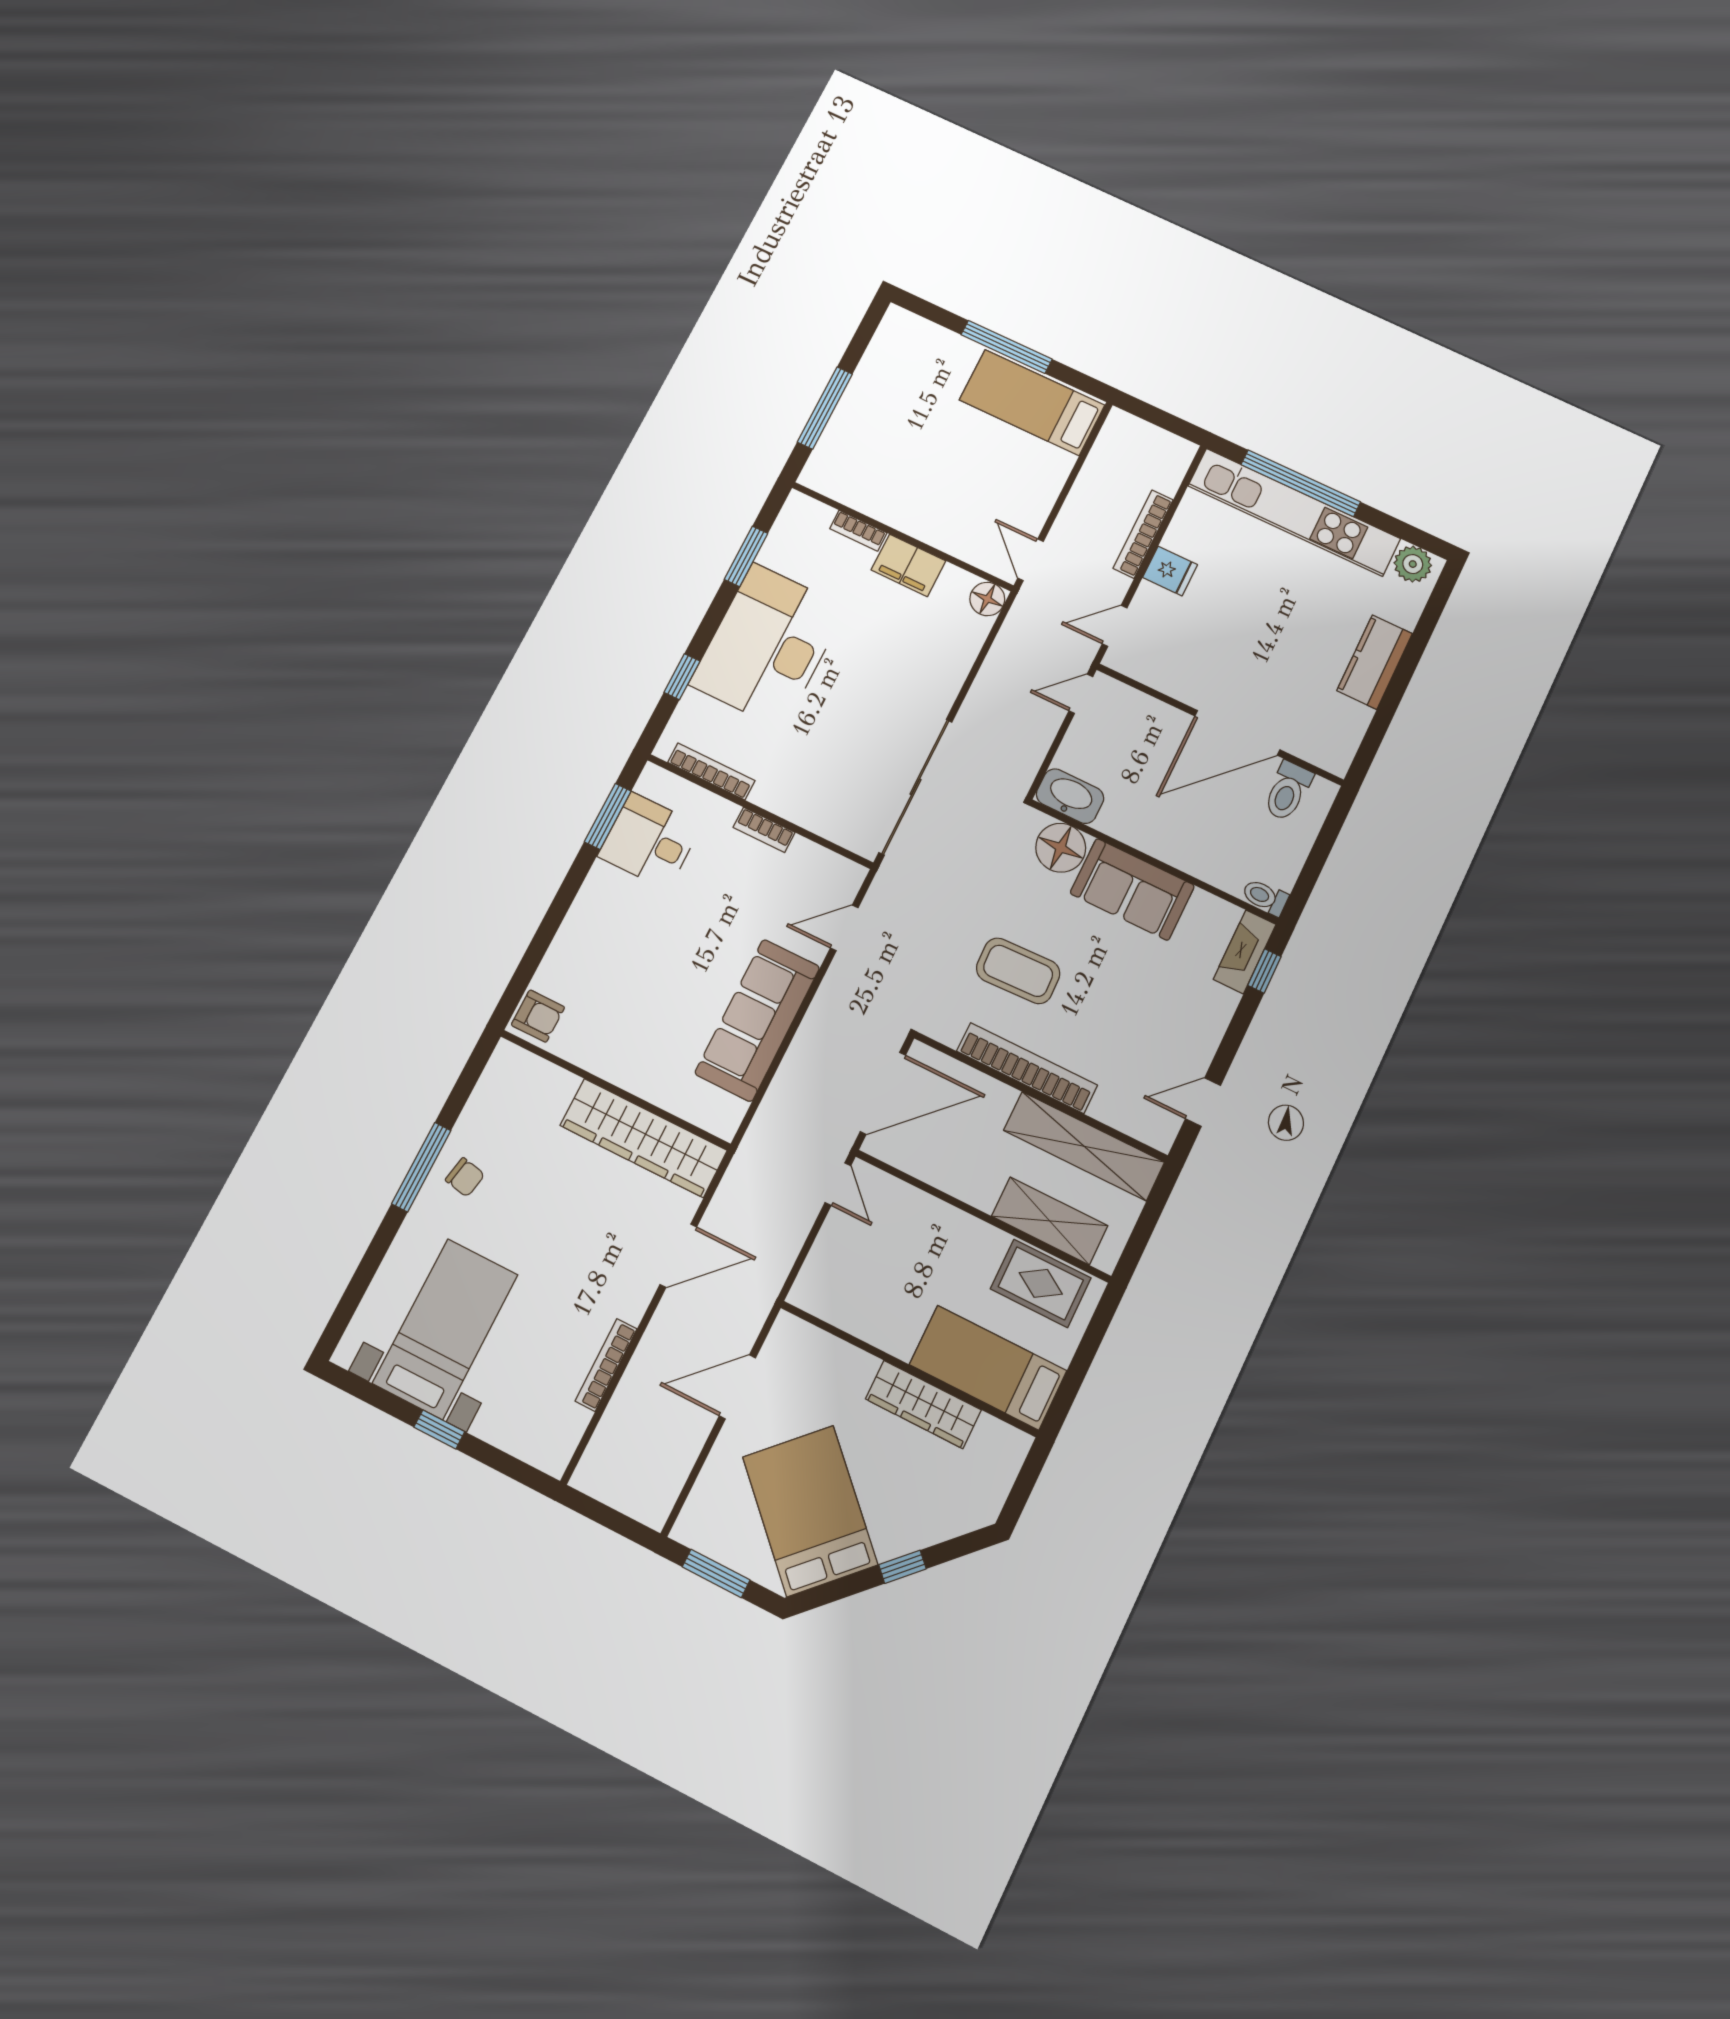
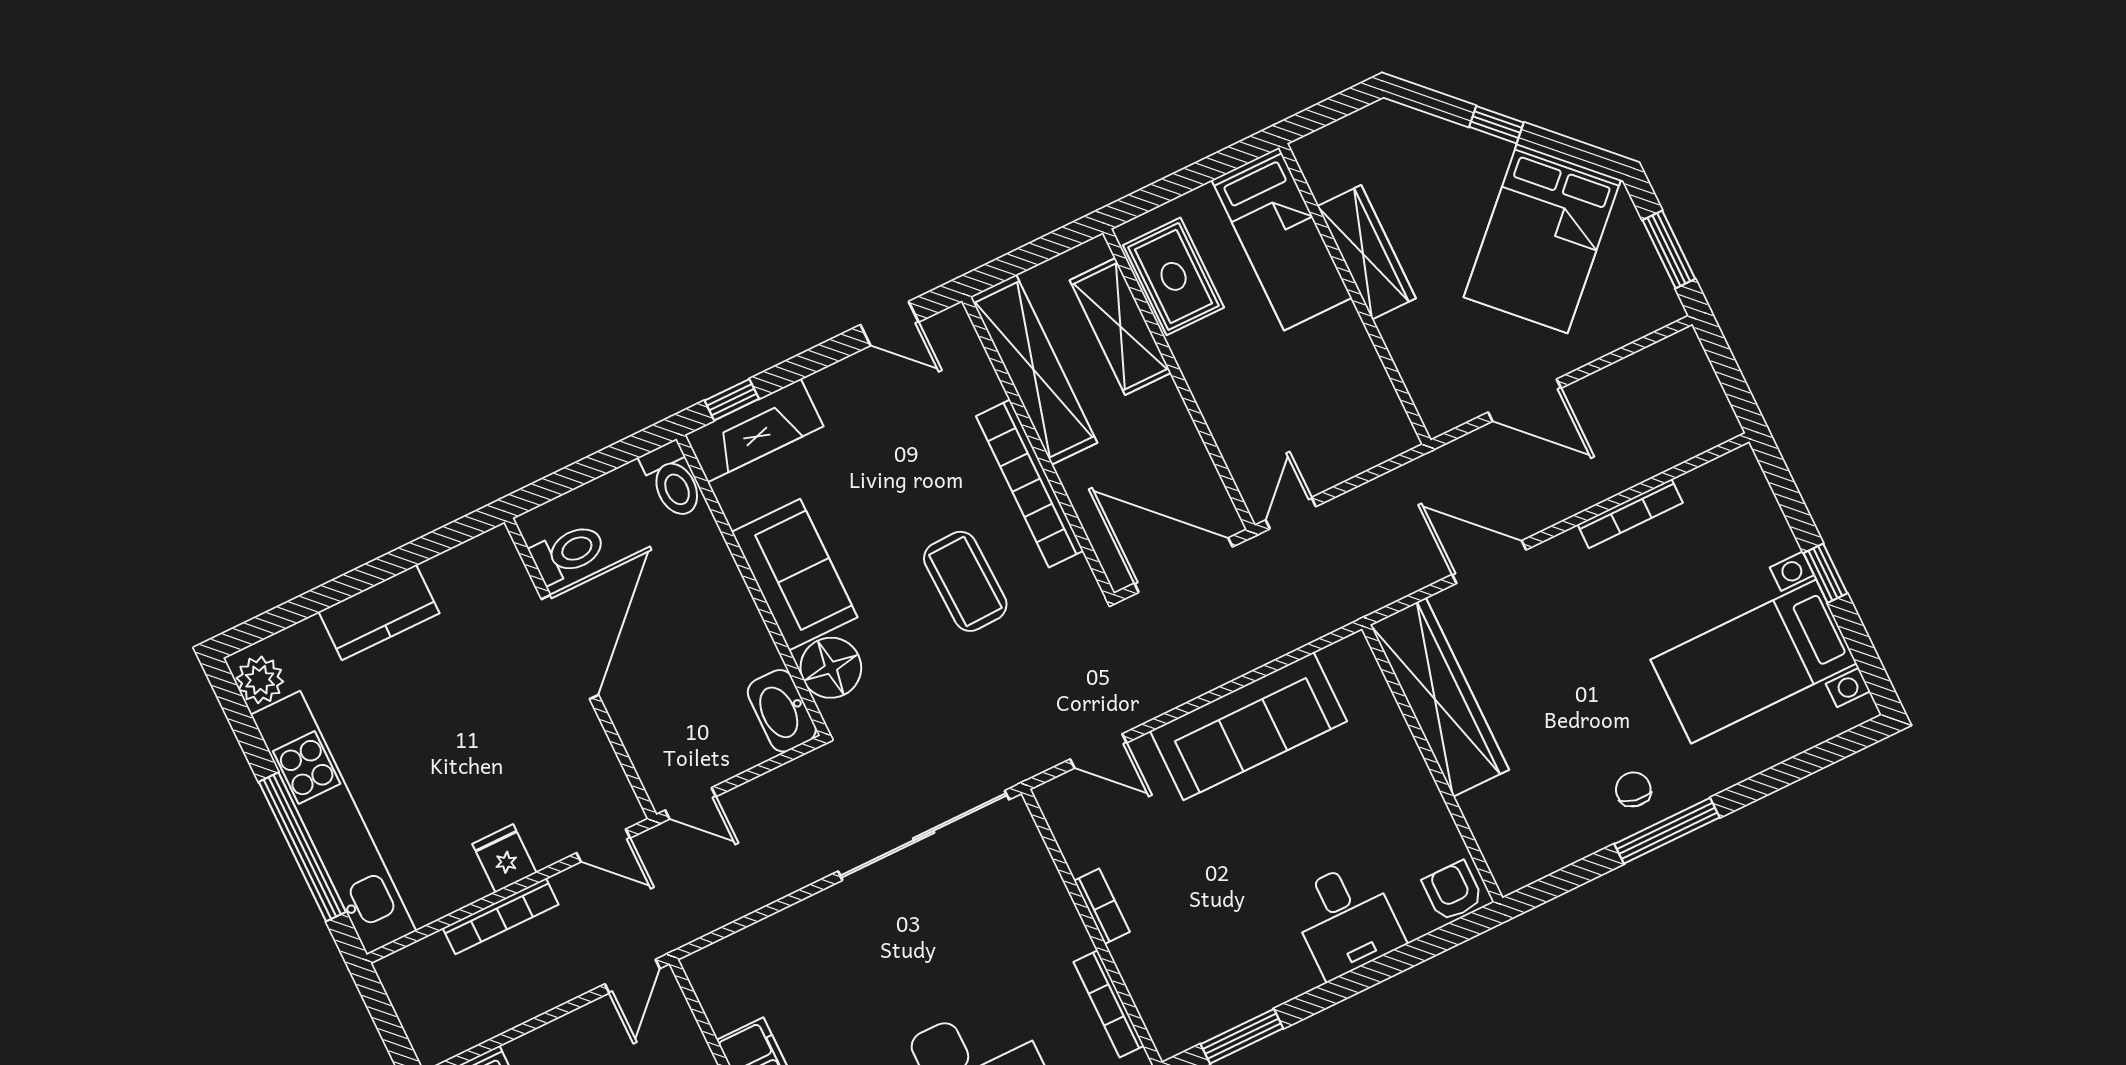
floor lamp: (987, 599) -> (706, 969), removed
door: (1237, 733) -> (570, 647), hinge flipped
desk: (649, 841) -> (1346, 920), moved
toilet: (1265, 897) -> (673, 480), width x1.37, depth x1.39
fireplace: (1245, 952) -> (754, 430), width x1.37, depth x1.32

